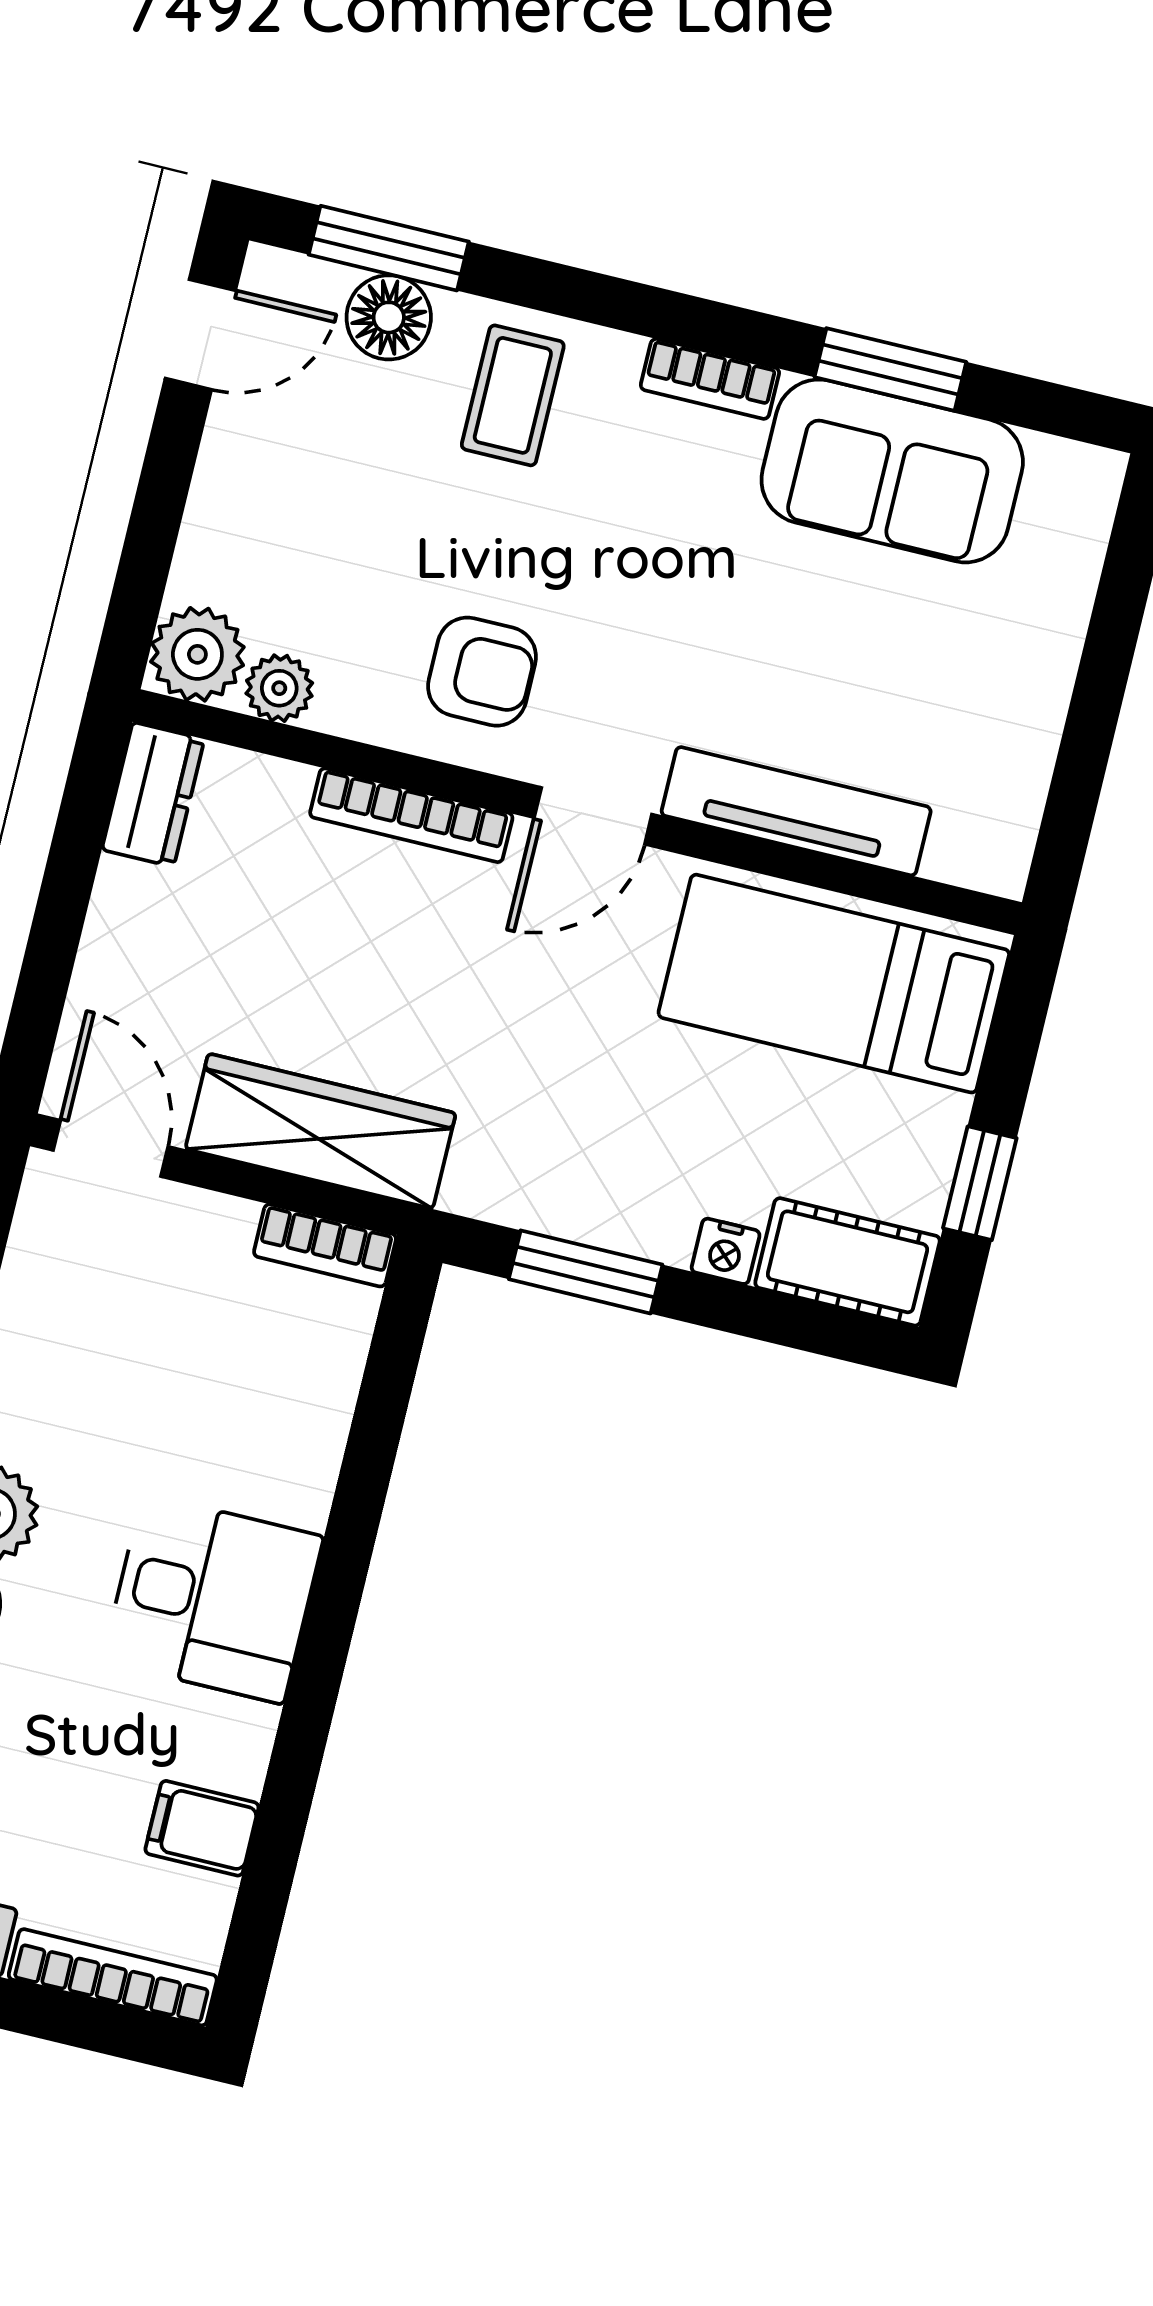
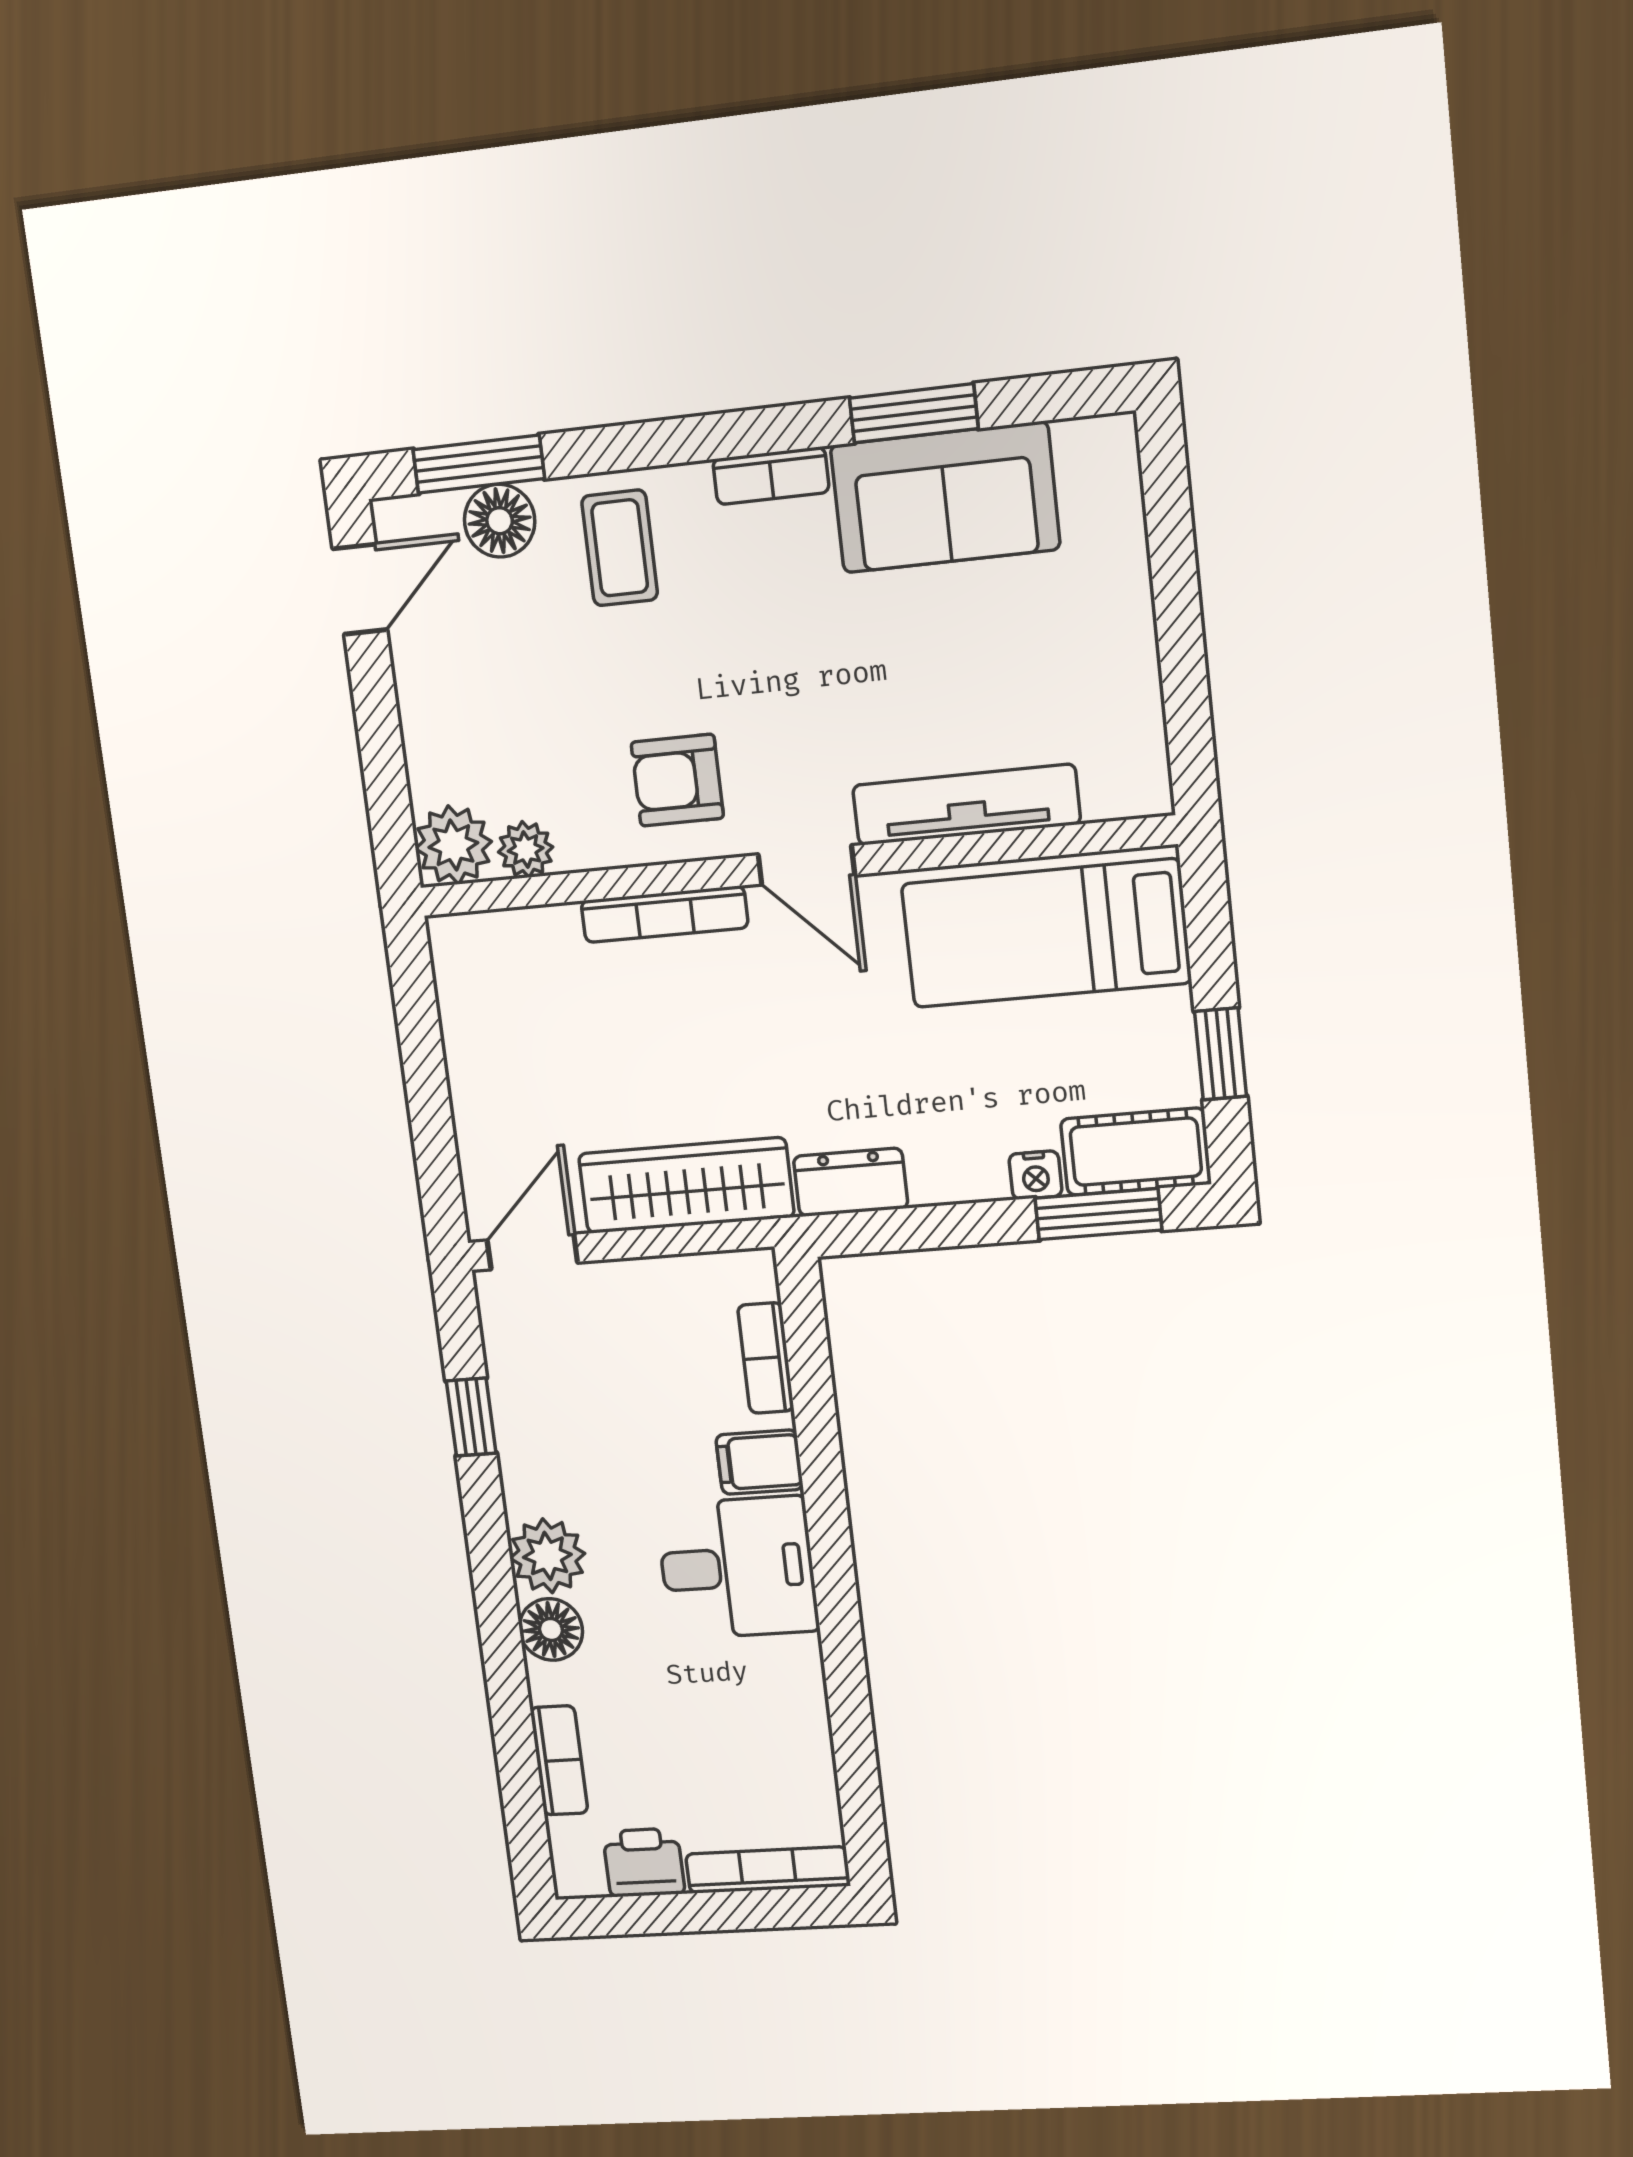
armchair: (482, 672) -> (677, 780), turned 180
dresser: (153, 794) -> (851, 1182), moved, turned -90
door: (593, 816) -> (806, 865), hinge flipped
door: (111, 1148) -> (532, 1252), hinge flipped
bookcase: (325, 1245) -> (766, 1358), moved, turned 90
window: (586, 1272) -> (1098, 1214), moved
filing cabinet: (202, 1828) -> (759, 1462), moved

